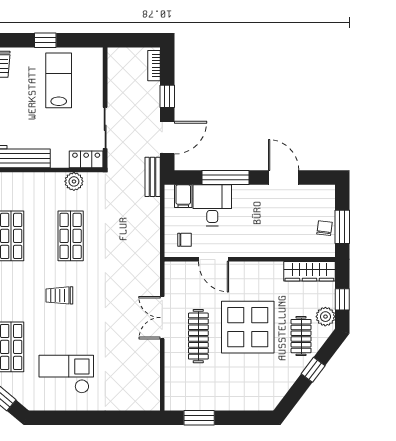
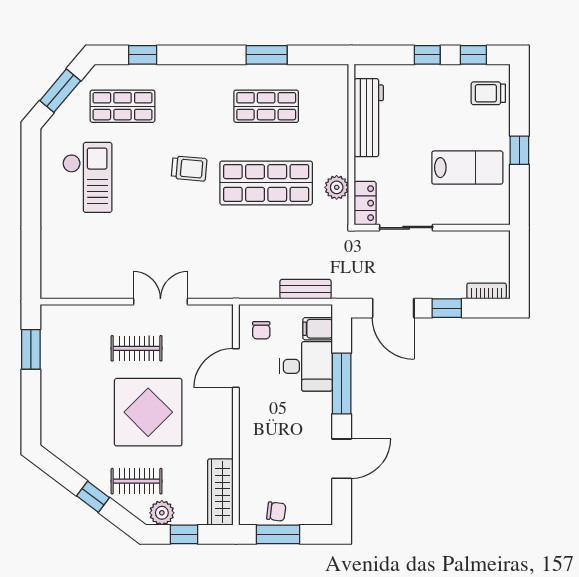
bench: (153, 177) -> (306, 289), moved
shop shelf: (71, 236) -> (266, 183), width x1.43, depth x1.36
trolley: (59, 295) -> (189, 168), turned 95
clothes rail: (198, 336) -> (137, 348), width x0.73

